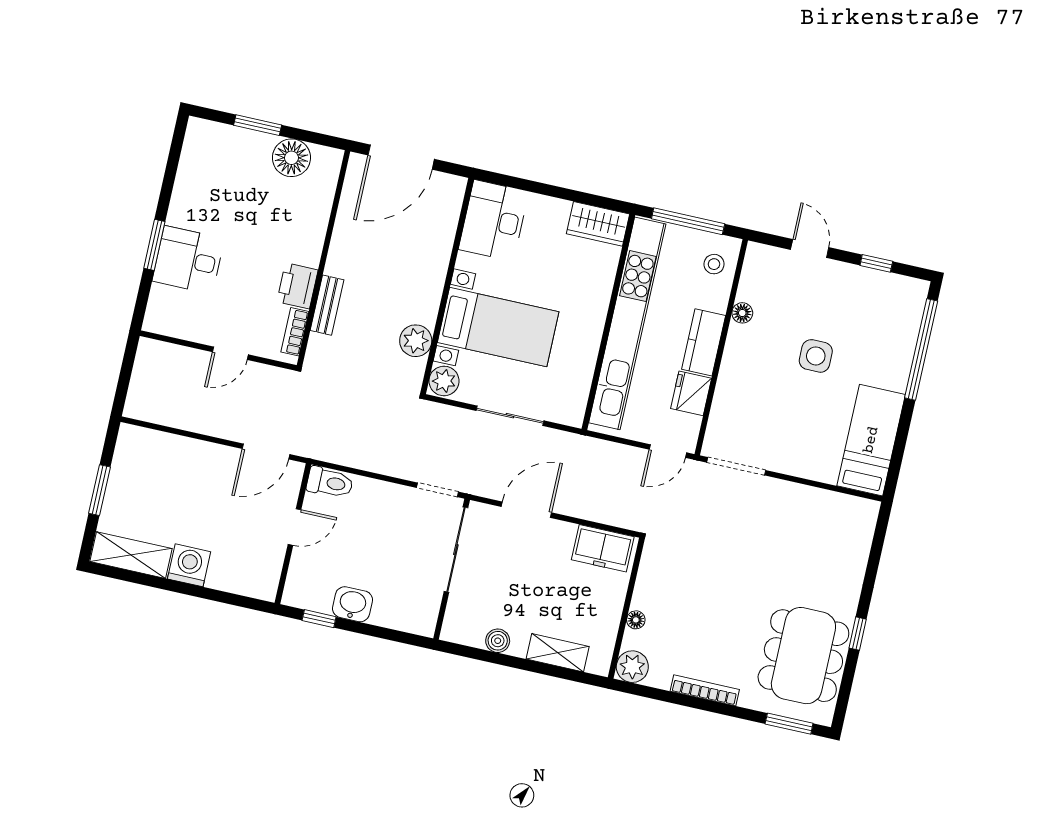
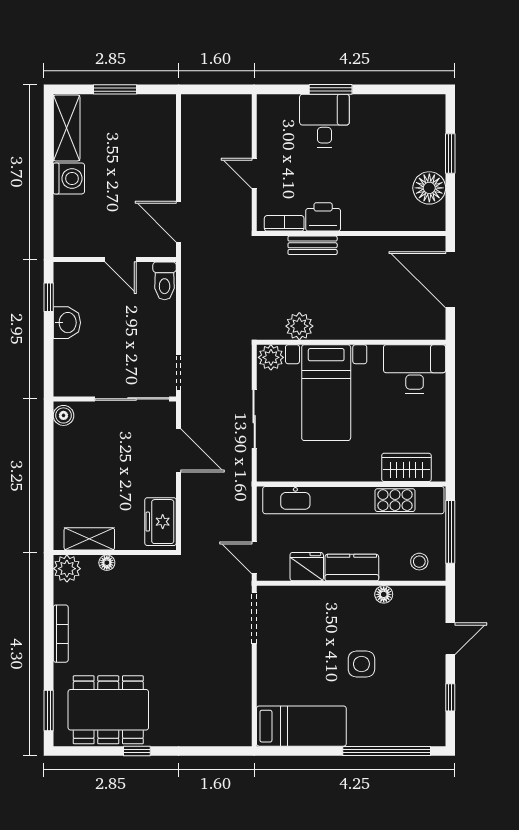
wardrobe: (598, 224) -> (406, 467), moved, turned 90
boiler: (498, 641) -> (63, 415), moved
shelving: (558, 653) -> (89, 539), moved, turned 90

